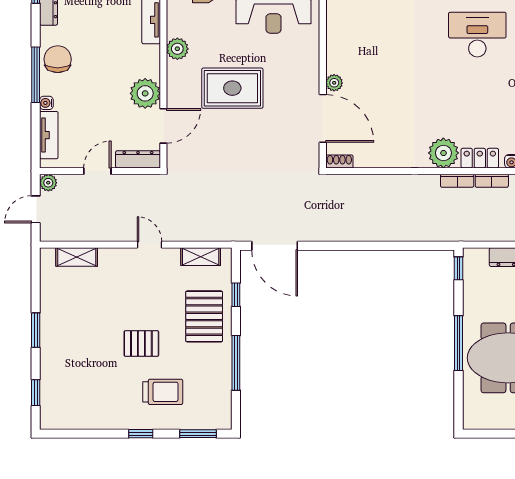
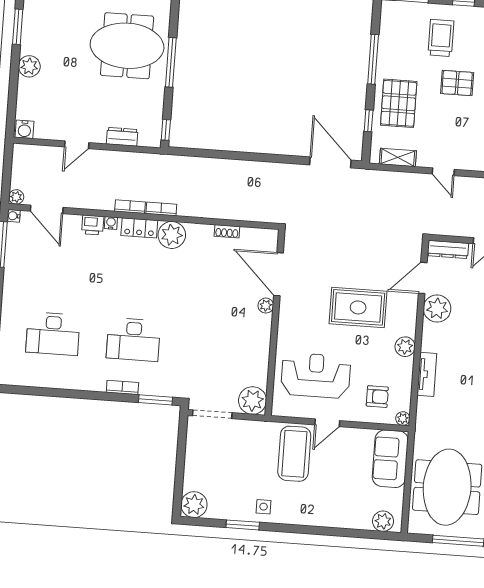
shoe rack: (339, 161) -> (227, 231), moved
trolley: (163, 392) -> (441, 38), turned 90

